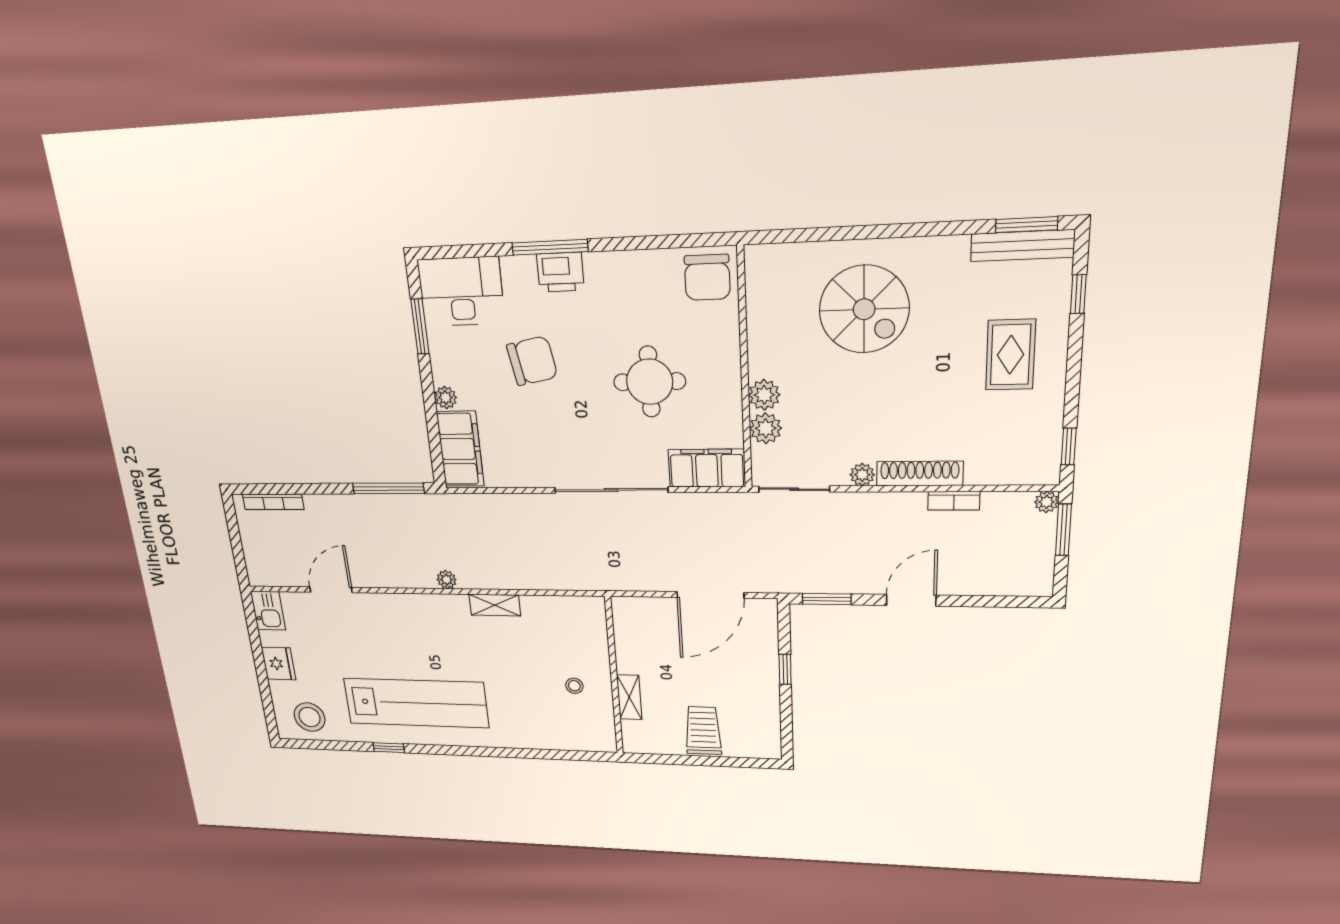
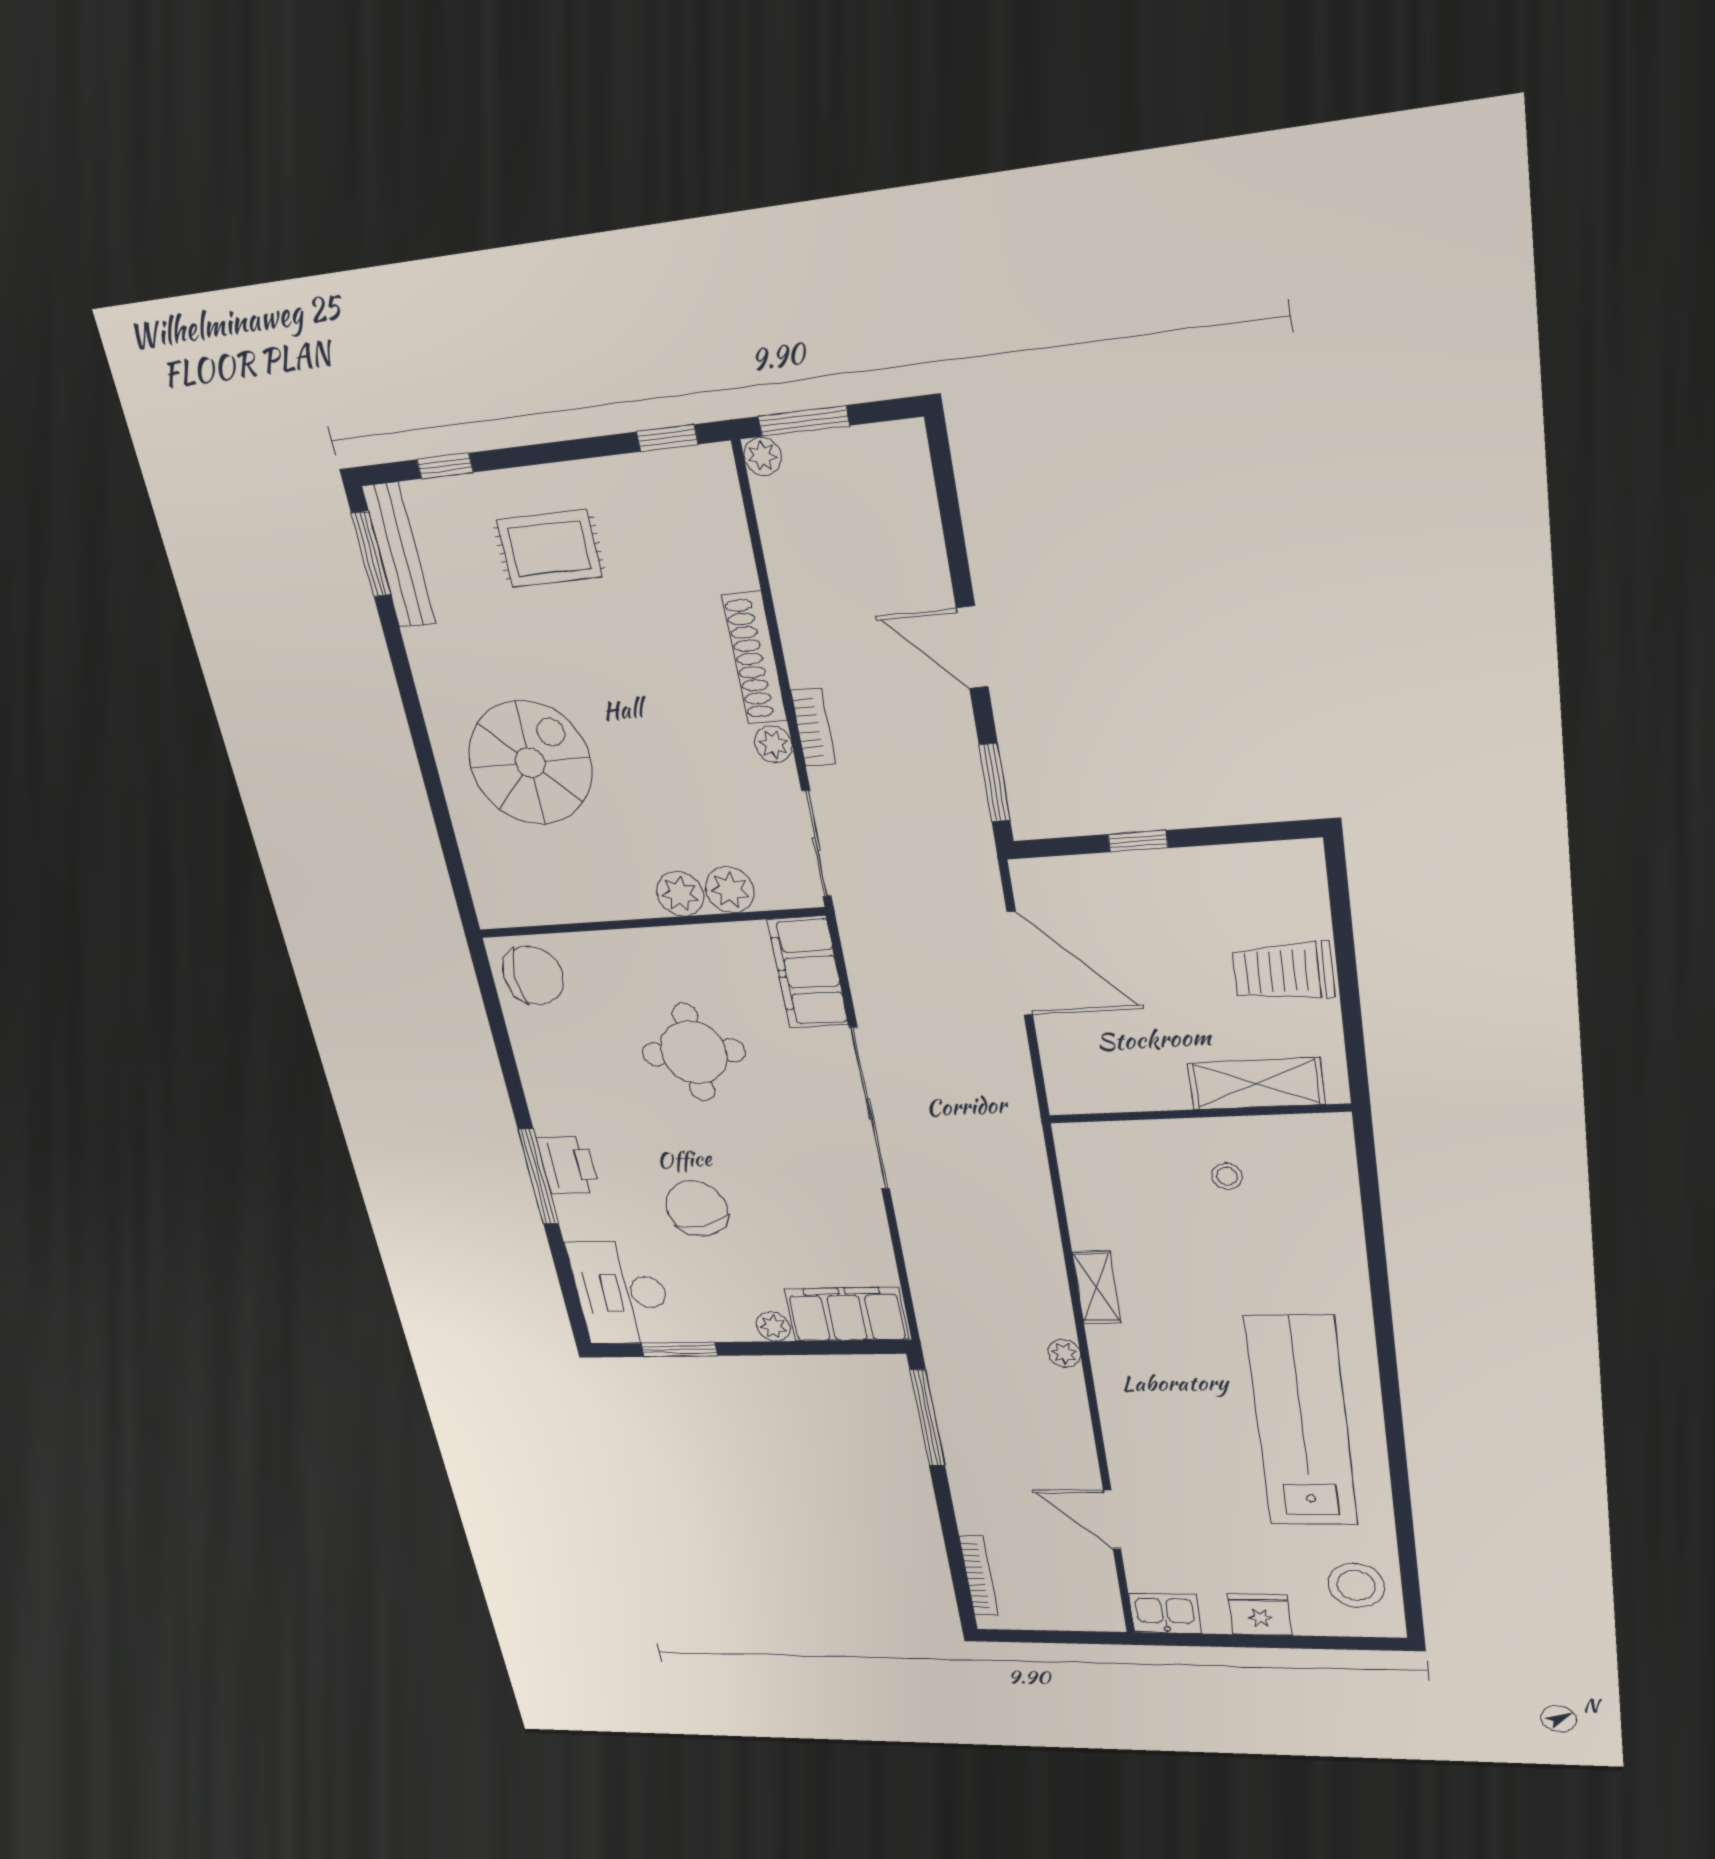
bookcase: (954, 501) -> (813, 727), moved
shelving: (629, 697) -> (1256, 1084), width x1.50, depth x1.33
window: (389, 748) -> (1399, 1474), removed

